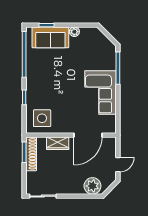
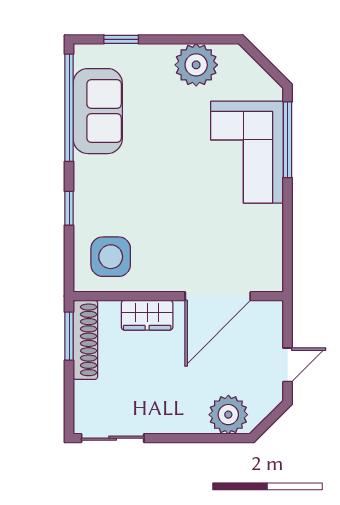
plant: (74, 32) -> (196, 65), width x1.87, depth x1.87
sofa: (50, 37) -> (98, 111), moved, turned -90
corner sofa: (100, 92) -> (247, 152), moved

